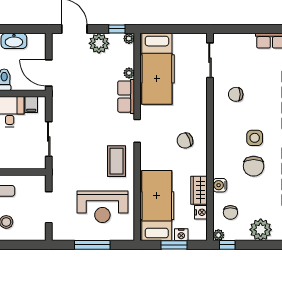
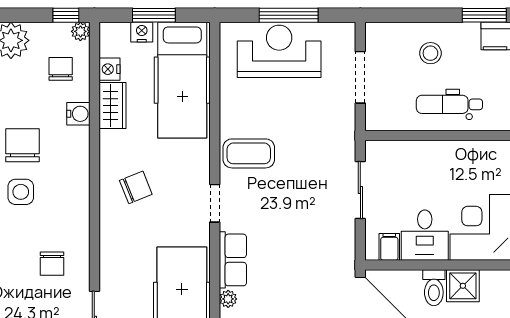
chair: (236, 94) -> (52, 264), turned 90
coffee table: (116, 161) -> (249, 153), turned 90
reception desk: (102, 207) -> (279, 51), moved

